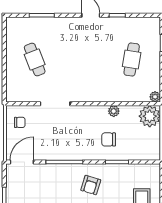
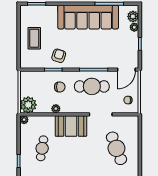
cafe table: (35, 60) -> (116, 148), width x1.37, depth x1.35
booth: (94, 89) -> (71, 126), added
cafe table: (67, 140) -> (92, 86), added
armchair: (91, 185) -> (59, 56), moved

